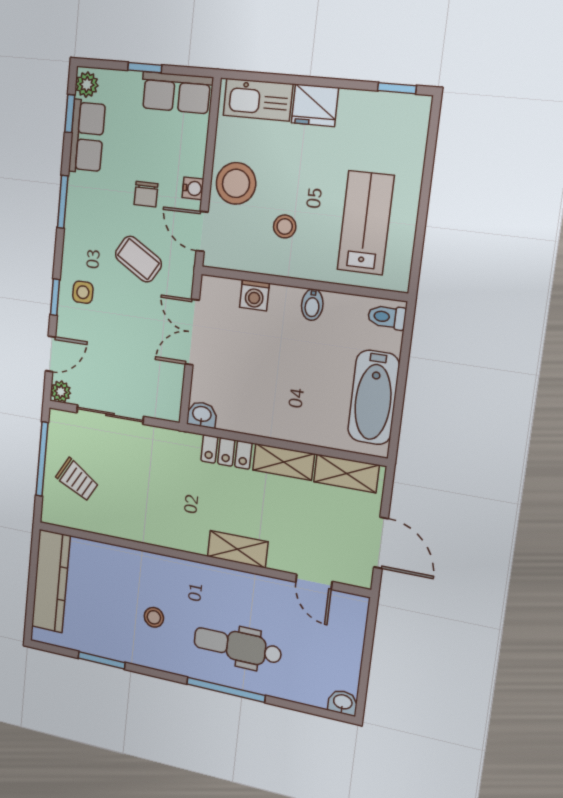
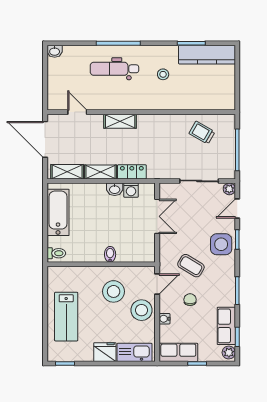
water cooler: (193, 188) -> (164, 319), moved
lab bench: (366, 223) -> (66, 317), moved
stool: (285, 226) -> (114, 291), width x1.89, depth x1.89
door: (202, 231) -> (157, 284), hinge flipped
side table: (83, 292) -> (221, 244), width x1.87, depth x1.87
washing machine: (254, 295) -> (131, 190), moved, turned 180
bidet: (312, 305) -> (110, 254), moved
double door: (192, 332) -> (157, 216), moved
washbasin: (202, 415) -> (115, 189), moved
trolley: (77, 480) -> (202, 133), moved
door: (381, 543) -> (45, 139), width x1.36
kitchen counter: (51, 581) -> (207, 55), moved, turned -90
dental chair: (237, 646) -> (114, 69), turned 180

